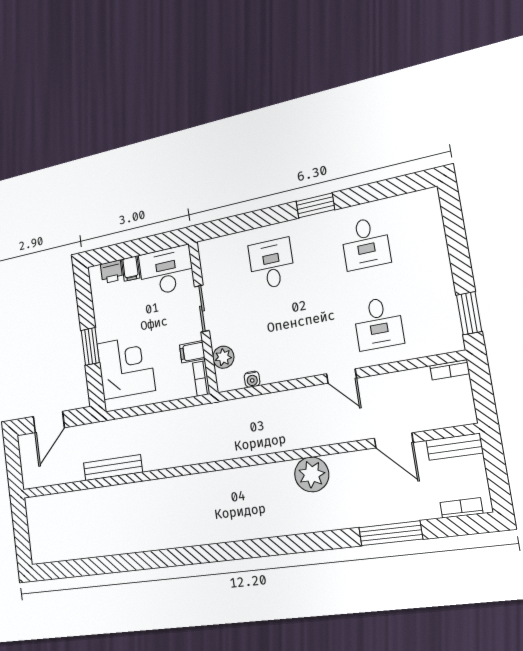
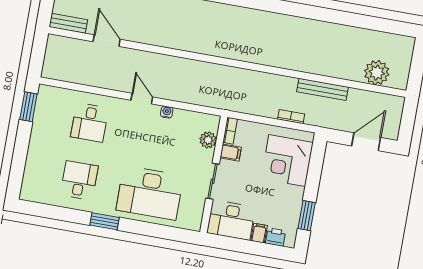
desk: (272, 264) -> (150, 193), width x1.87, depth x1.30
desk: (378, 323) -> (90, 122), turned 180
window: (90, 346) -> (307, 216), moved
bookcase: (450, 370) -> (291, 117), moved
door: (341, 376) -> (142, 99), moved
water cooler: (252, 379) -> (167, 112), moved
plant: (312, 474) -> (377, 73), moved

